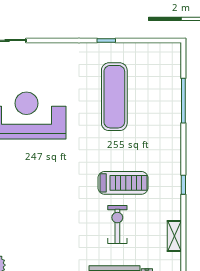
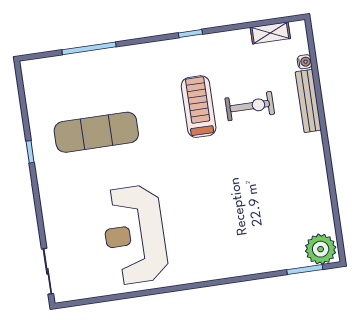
exercise bike: (117, 224) -> (250, 106), turned 180
shelving: (174, 236) -> (270, 33), moved

